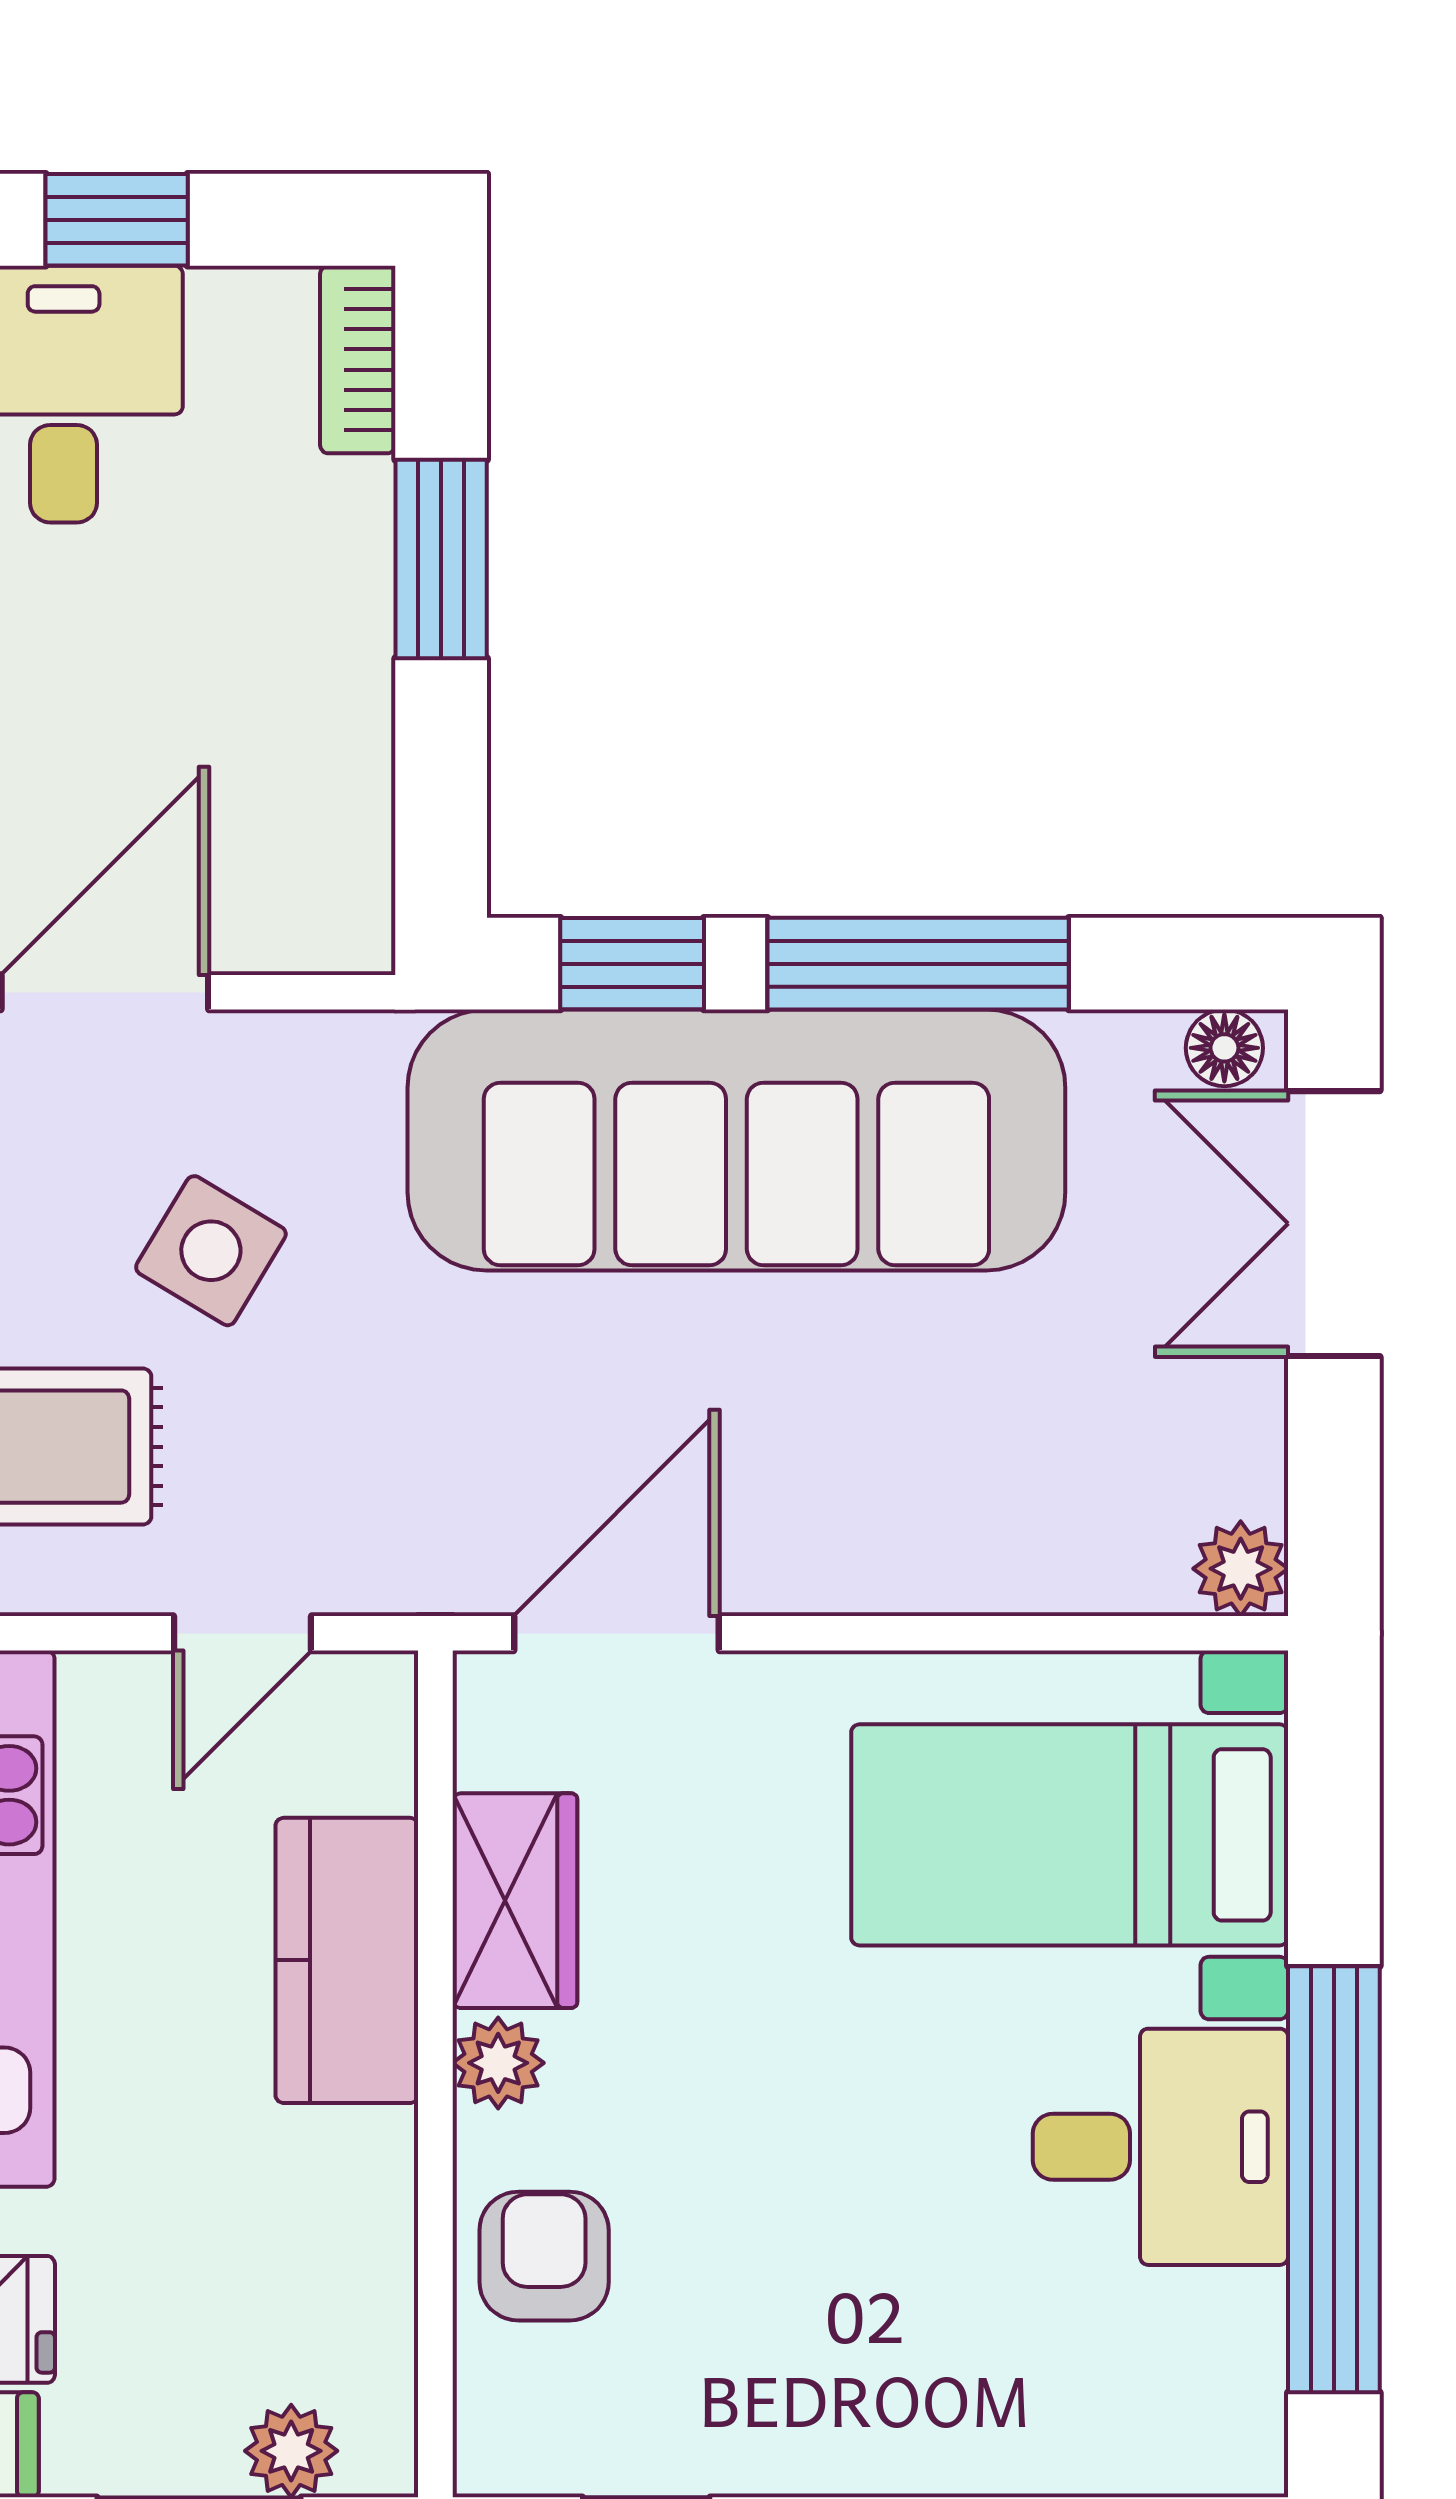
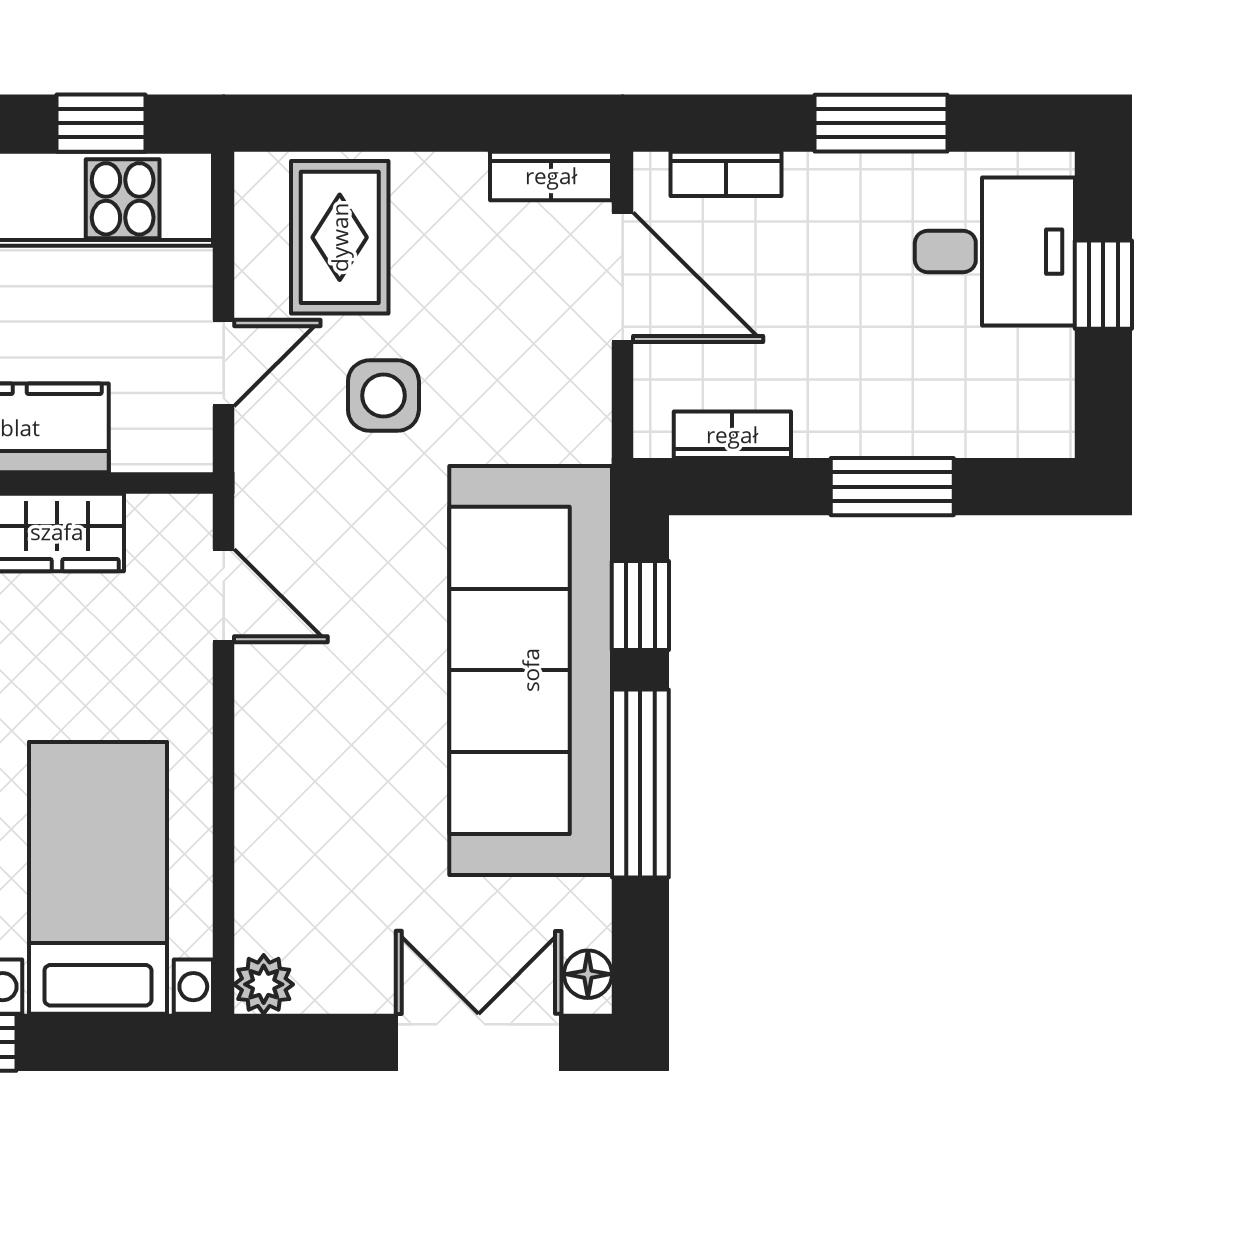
bookcase: (358, 359) -> (732, 435), moved
side table: (211, 1251) -> (383, 396), moved, turned -31
door: (243, 1633) -> (224, 363), swing flipped
door: (617, 1633) -> (224, 596), width x0.73

